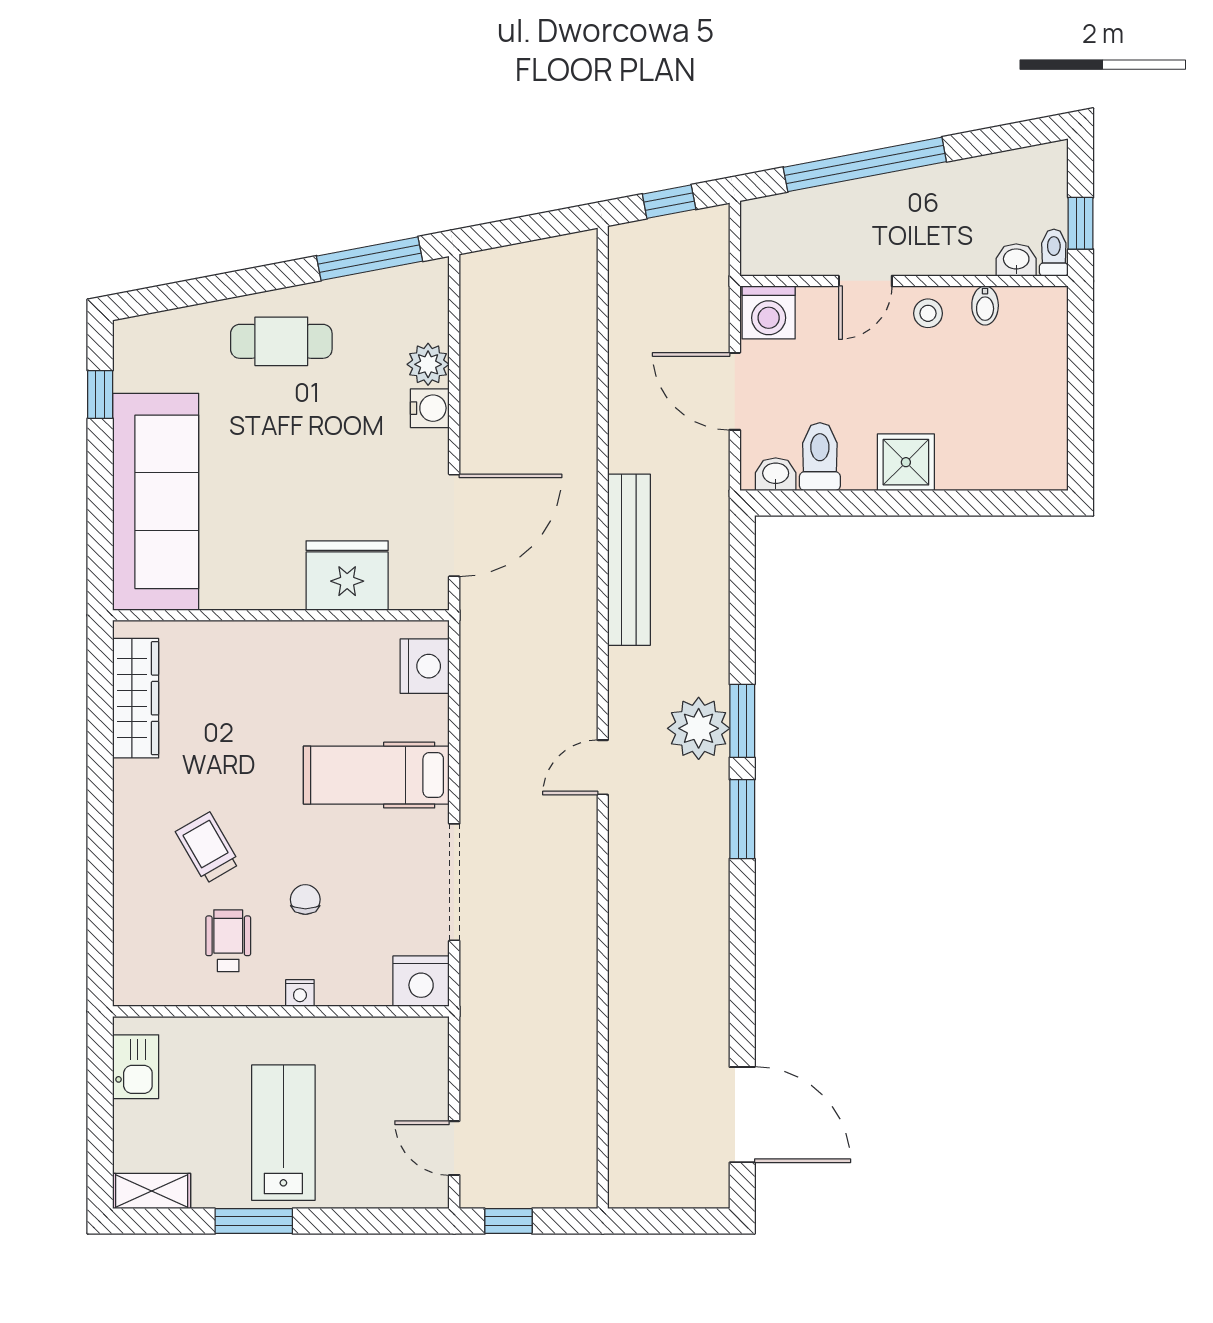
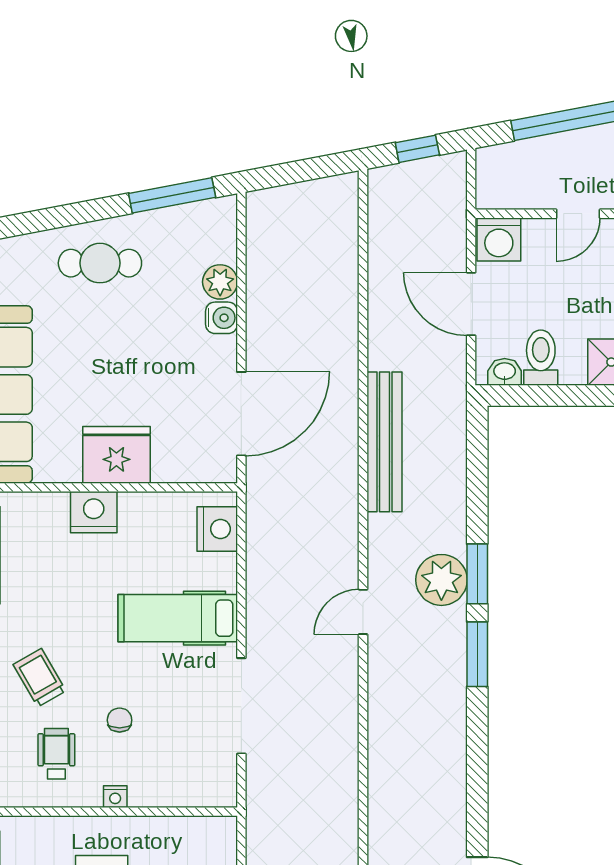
fridge: (347, 576) -> (116, 455), moved
nightstand: (421, 981) -> (94, 512), moved, turned 180

